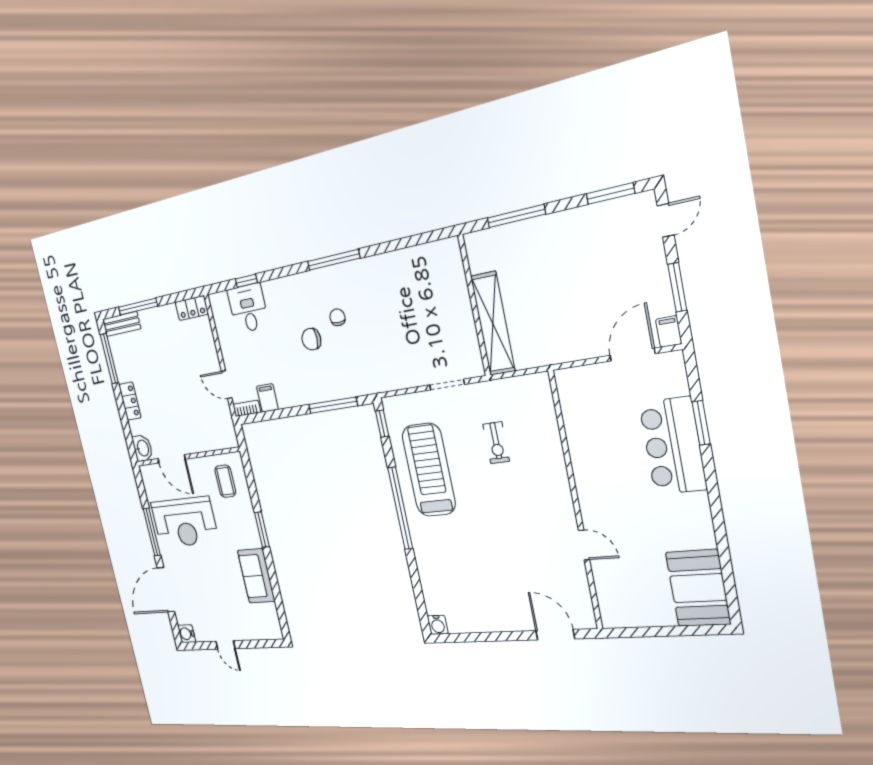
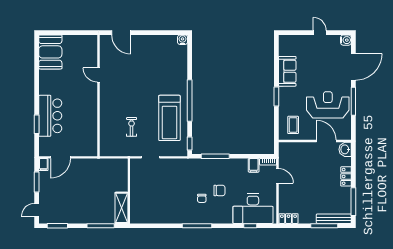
desk: (248, 308) -> (253, 209), width x1.87, depth x1.30
bench: (122, 324) -> (334, 219), width x1.36
shelving: (493, 324) -> (122, 208), moved, width x0.68

